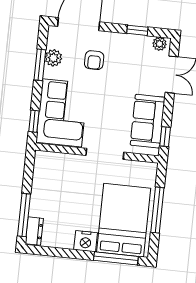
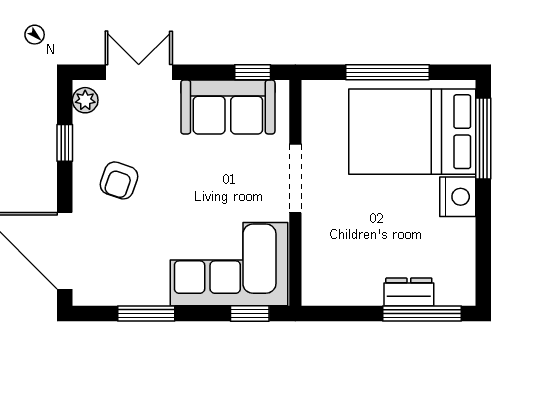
plant: (53, 58) -> (131, 290), removed
armchair: (94, 60) -> (119, 180), moved, turned 109
dresser: (34, 231) -> (409, 292), moved

